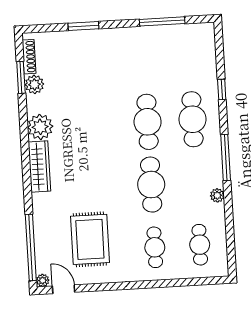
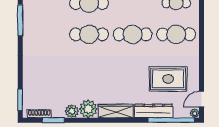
window: (83, 26) -> (20, 100), moved
plant: (34, 84) -> (72, 111), moved
dresser: (43, 221) -> (153, 111), added
cafe table: (155, 247) -> (176, 34), width x1.37, depth x1.35

